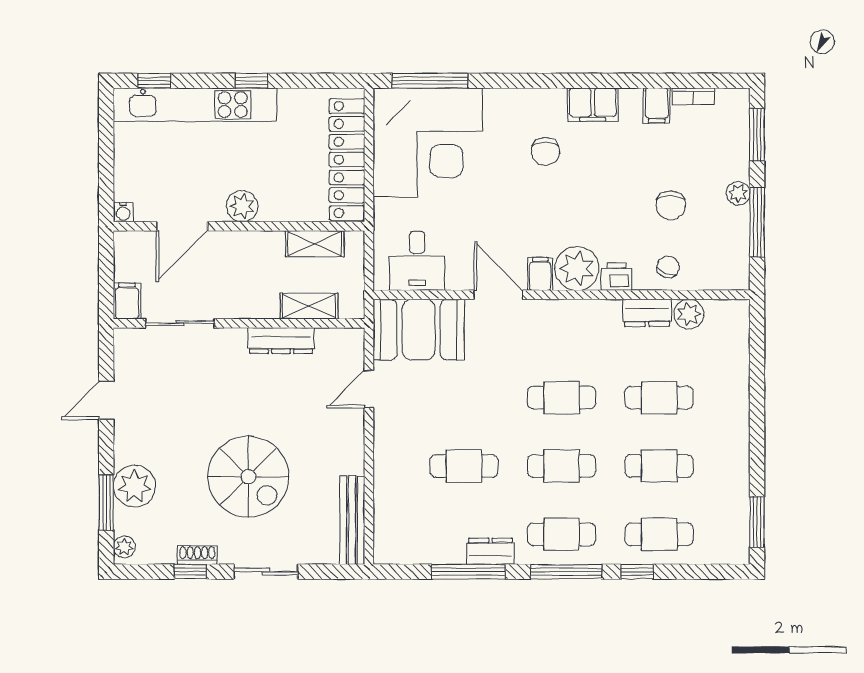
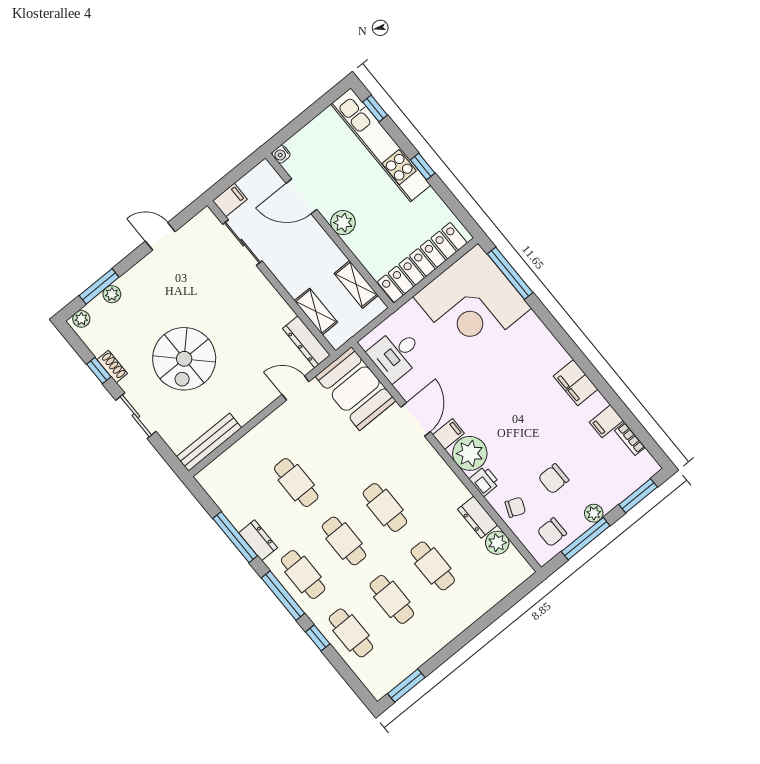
chair: (545, 151) -> (552, 532), moved
dresser: (281, 341) -> (306, 342), moved
plant: (134, 486) -> (112, 294), width x0.53, depth x0.53

